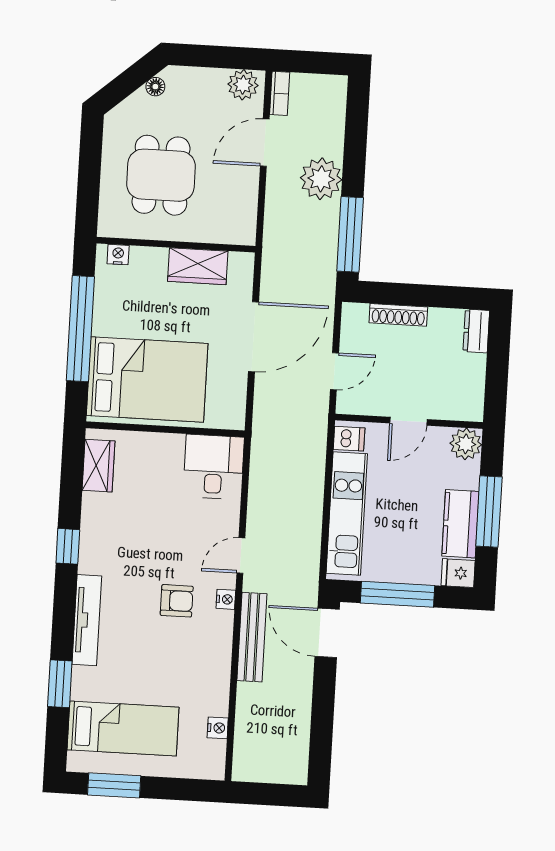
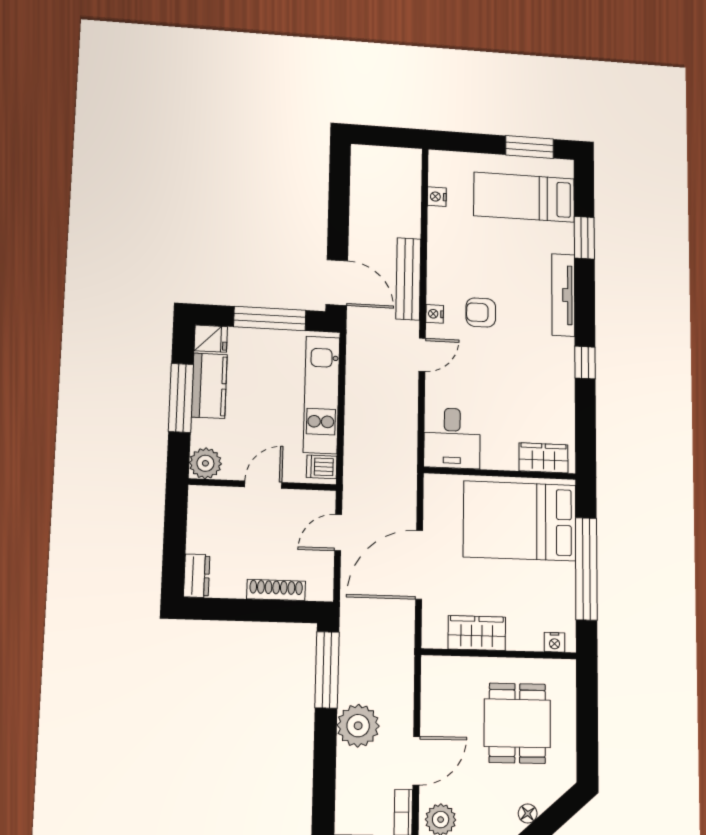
wardrobe: (98, 466) -> (544, 458), moved, turned 90

